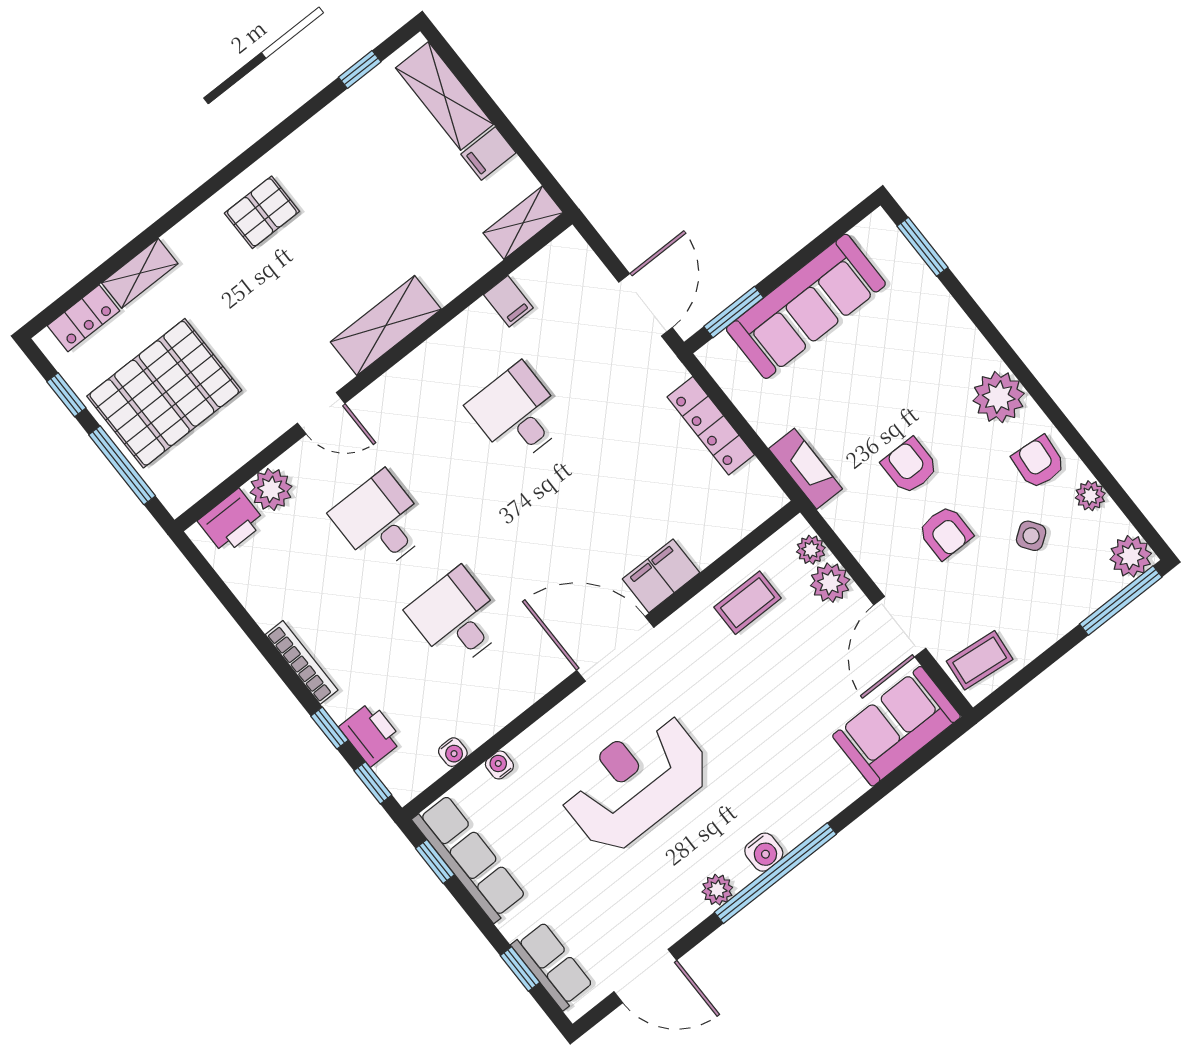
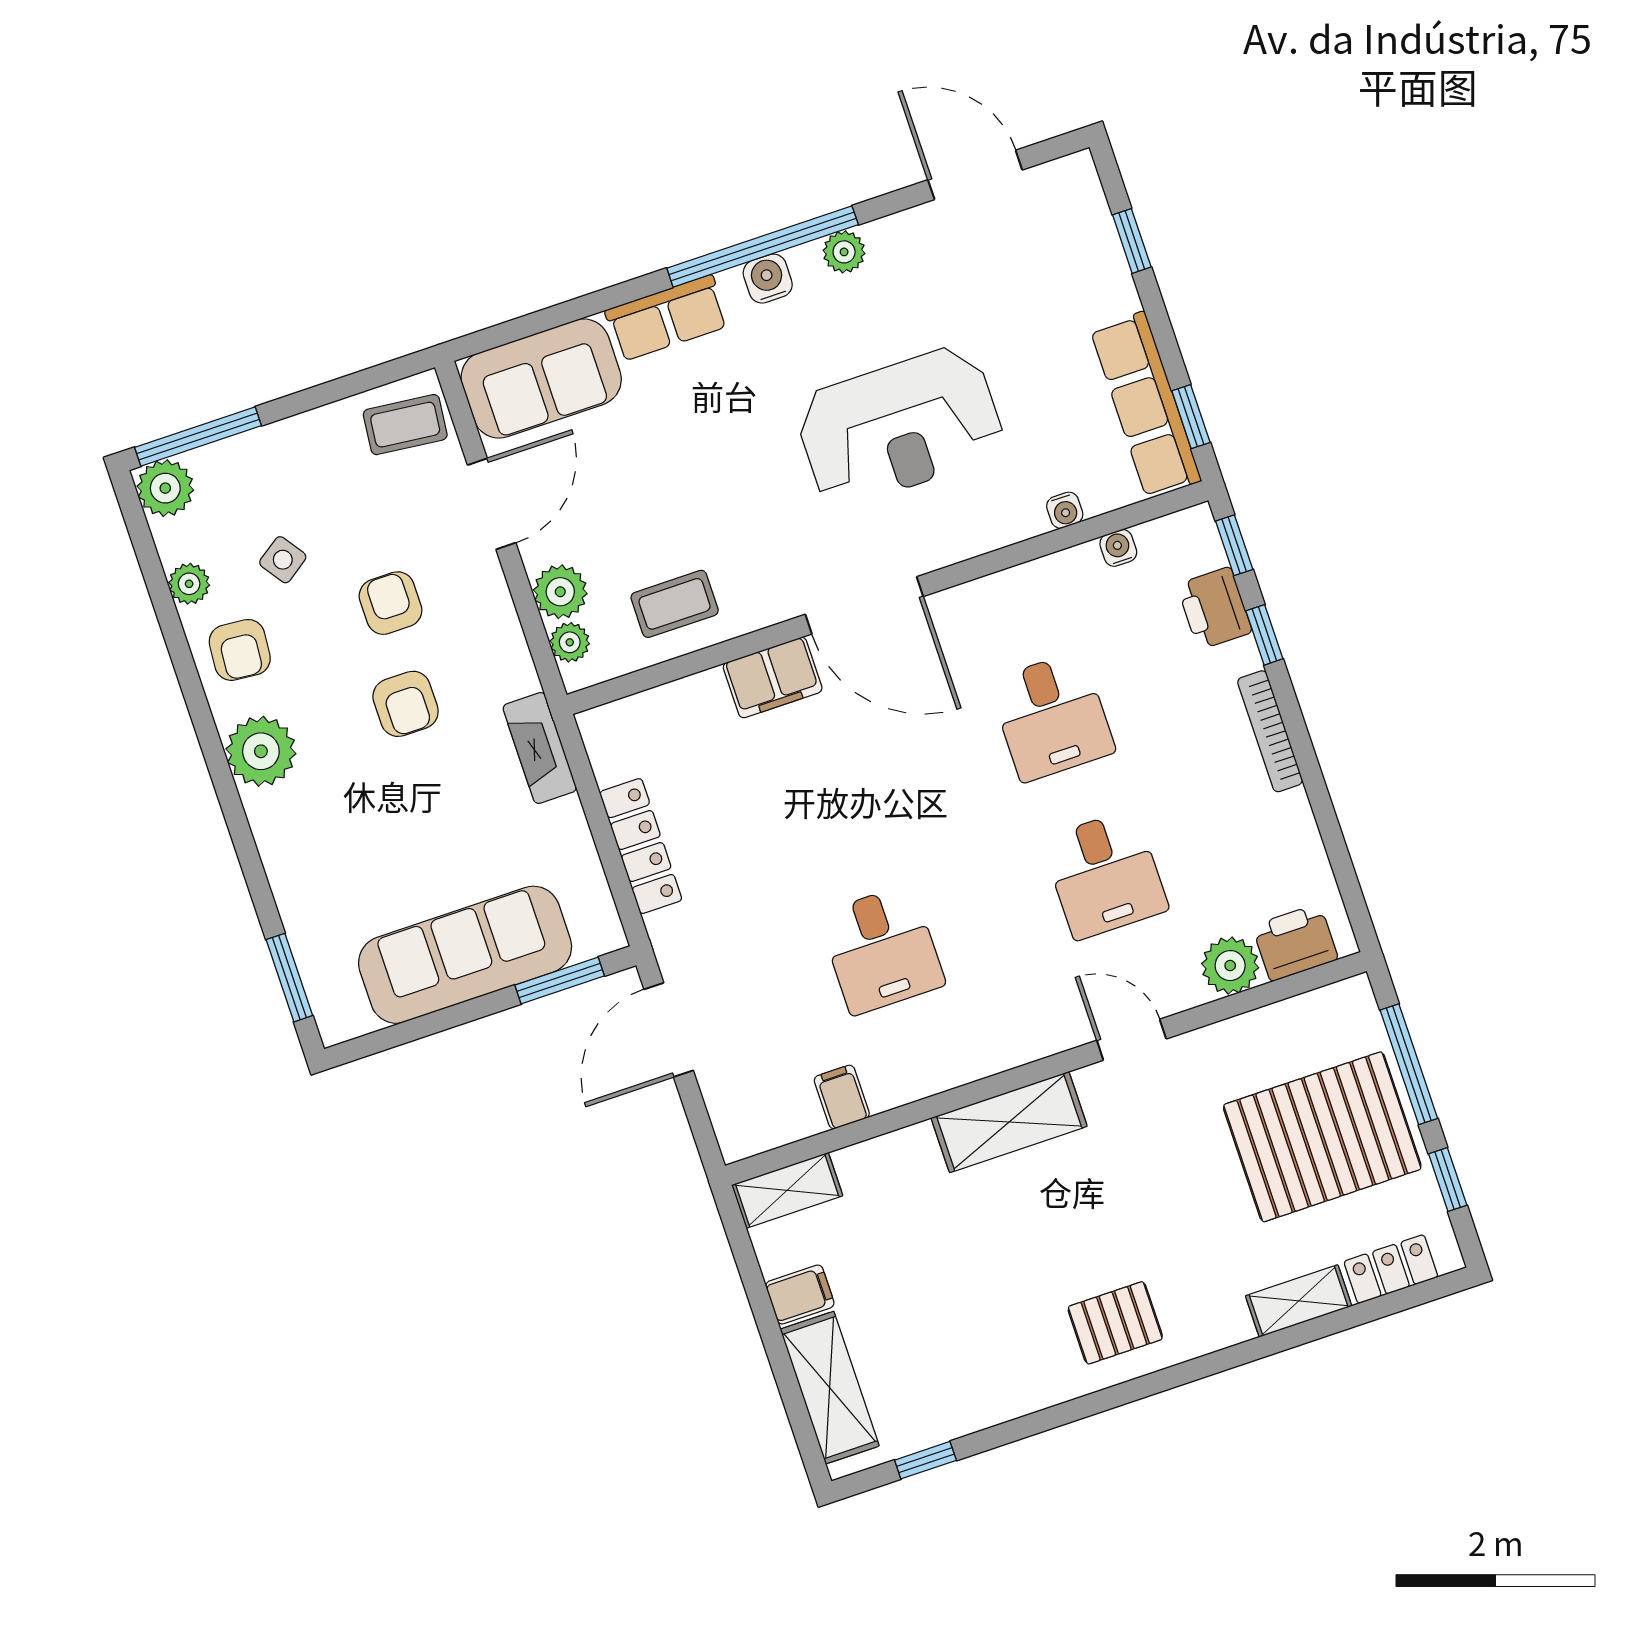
row of seats: (552, 966) -> (667, 318), moved, turned -90

